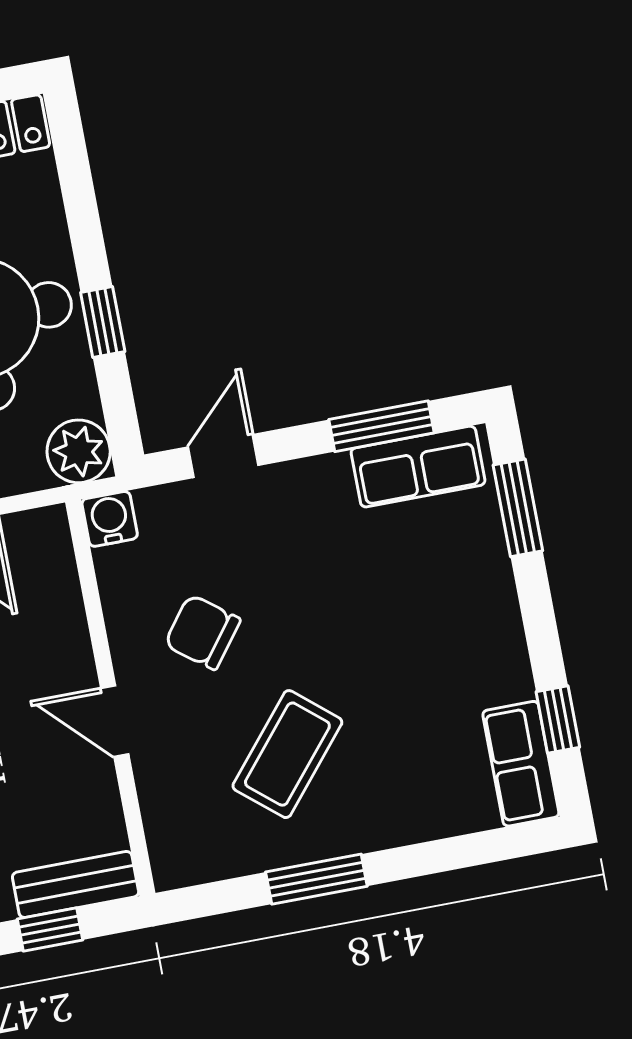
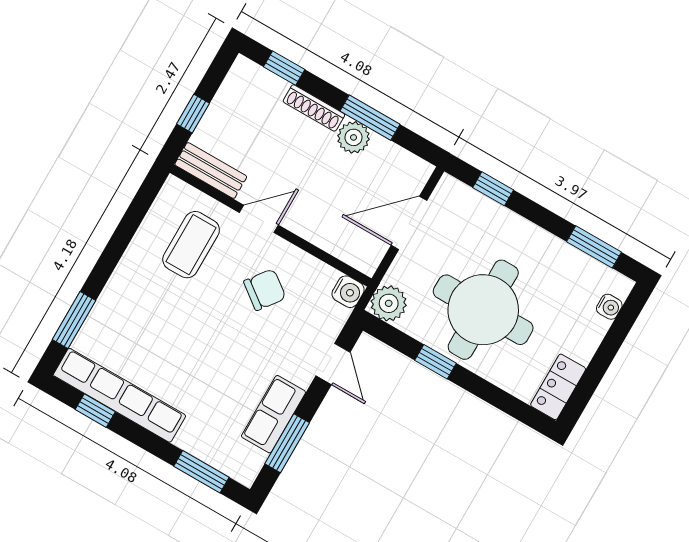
row of seats: (418, 467) -> (273, 414), moved
coffee table: (287, 754) -> (191, 245), moved, turned 50
row of seats: (521, 764) -> (120, 395), width x2.02
window: (316, 879) -> (74, 320), moved
bench: (76, 884) -> (211, 170), moved, turned 90

